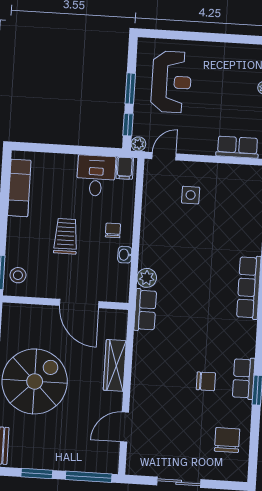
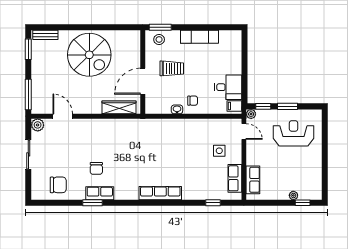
reception desk: (171, 82) -> (293, 133), turned 180
exam couch: (19, 188) -> (199, 37), moved
trolley: (66, 236) -> (172, 68), moved
plant: (147, 278) -> (38, 125), moved
row of seats: (145, 310) -> (235, 178), moved, turned 90
wardrobe: (115, 365) -> (119, 107), moved
window: (37, 474) -> (28, 49), moved

